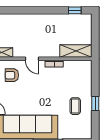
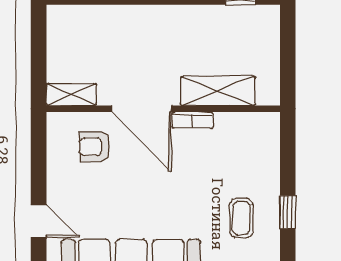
shelving: (76, 51) -> (218, 91), moved
door: (32, 59) -> (141, 109), width x1.87

